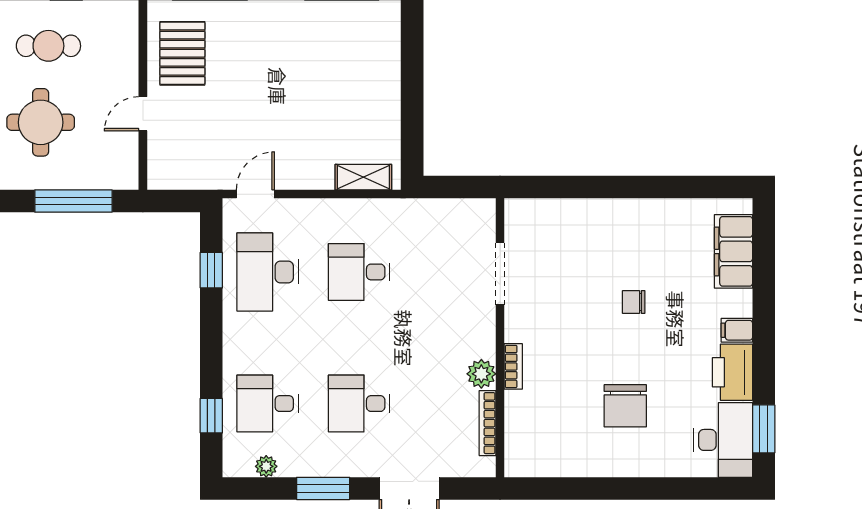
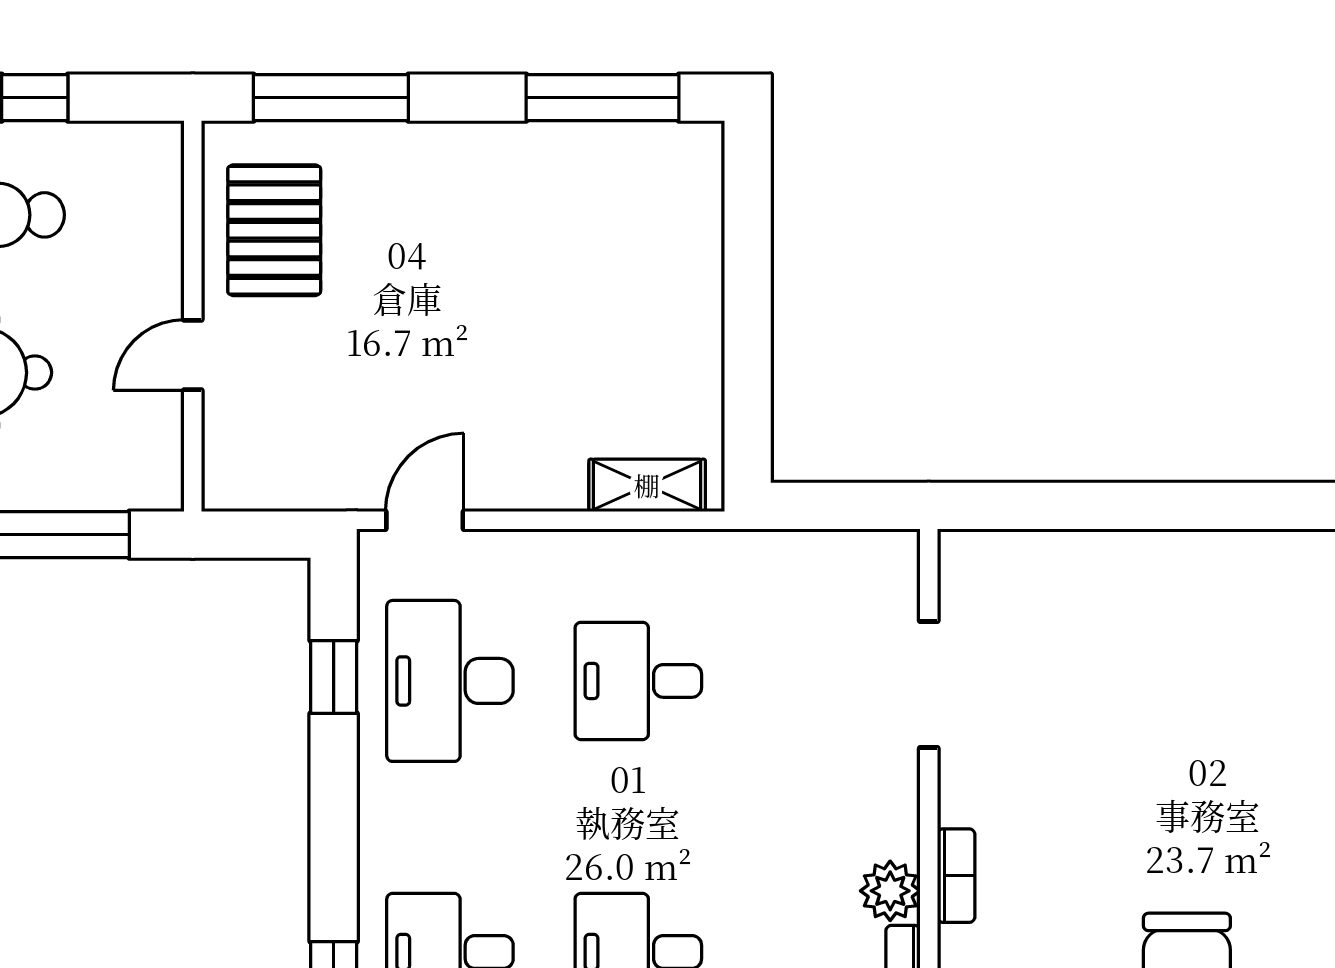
chair: (634, 302) -> (1204, 743), removed

